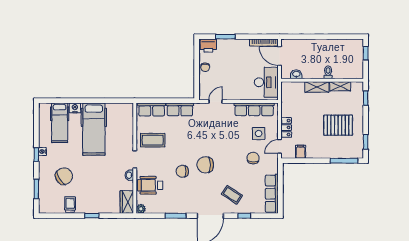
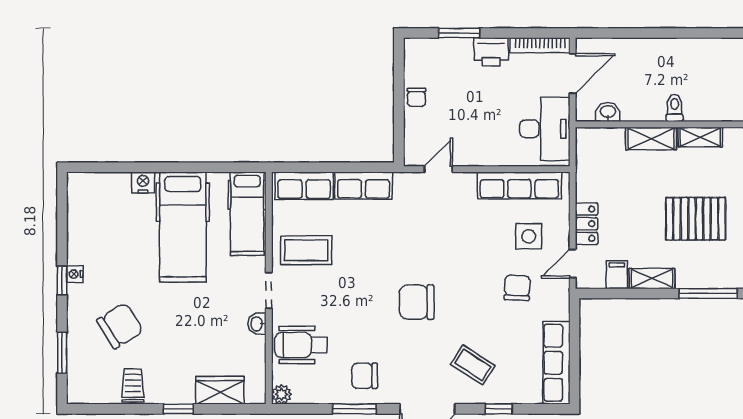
printer: (208, 46) -> (491, 52), moved
door: (280, 56) -> (573, 74), swing flipped
hospital bed: (60, 123) -> (247, 214), moved
shelving: (317, 154) -> (652, 279), added
chair: (182, 171) -> (364, 376), moved
wardrobe: (127, 202) -> (220, 390), moved, turned 90

